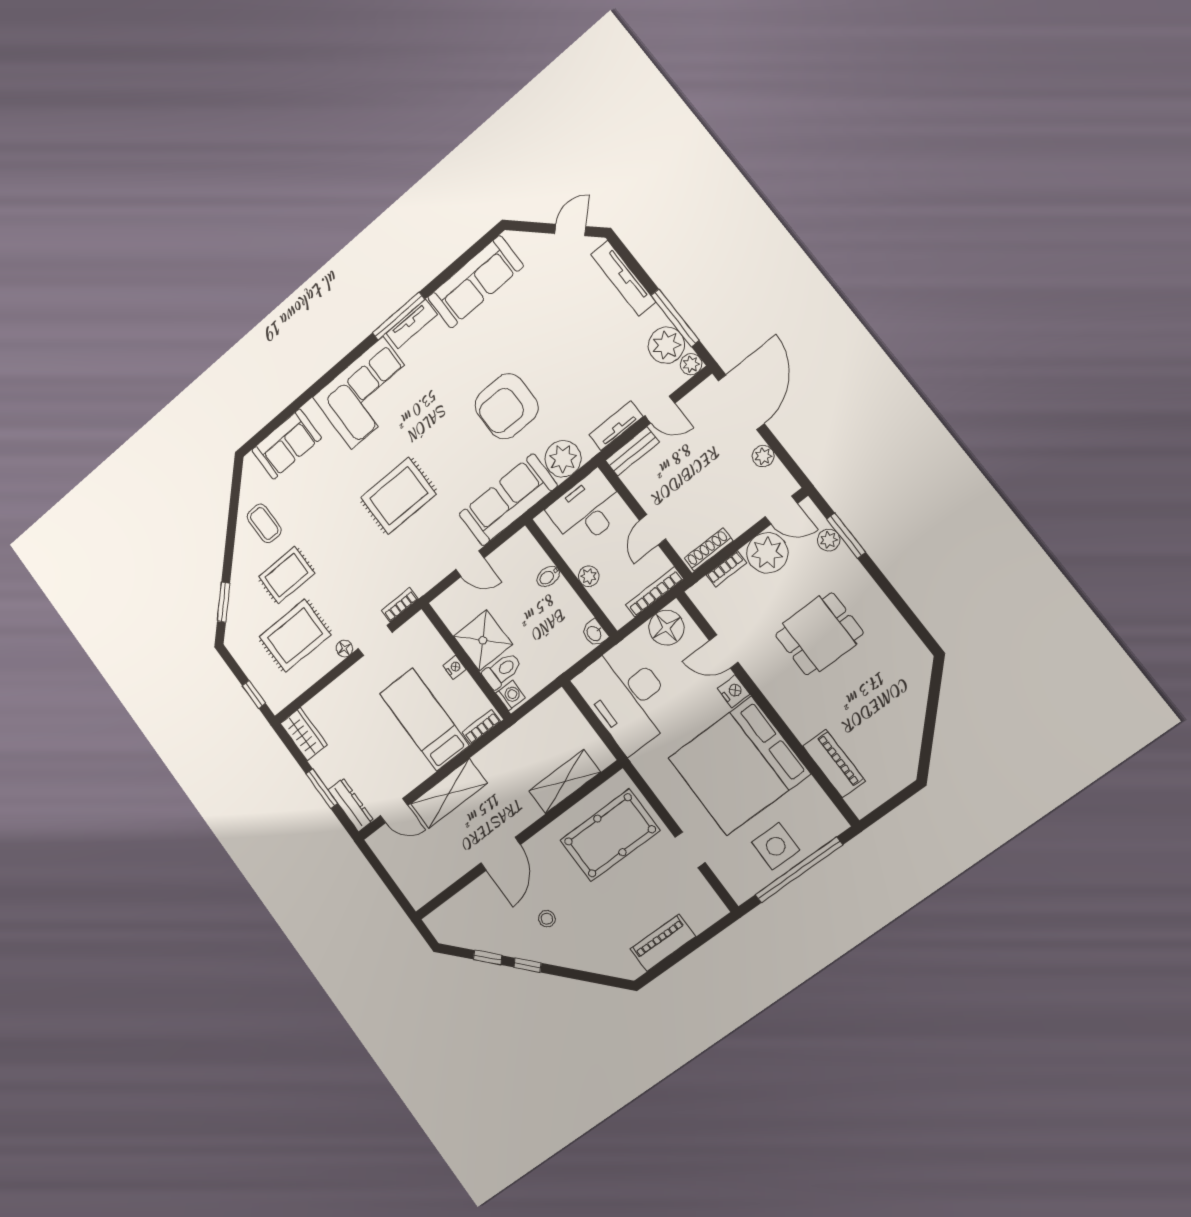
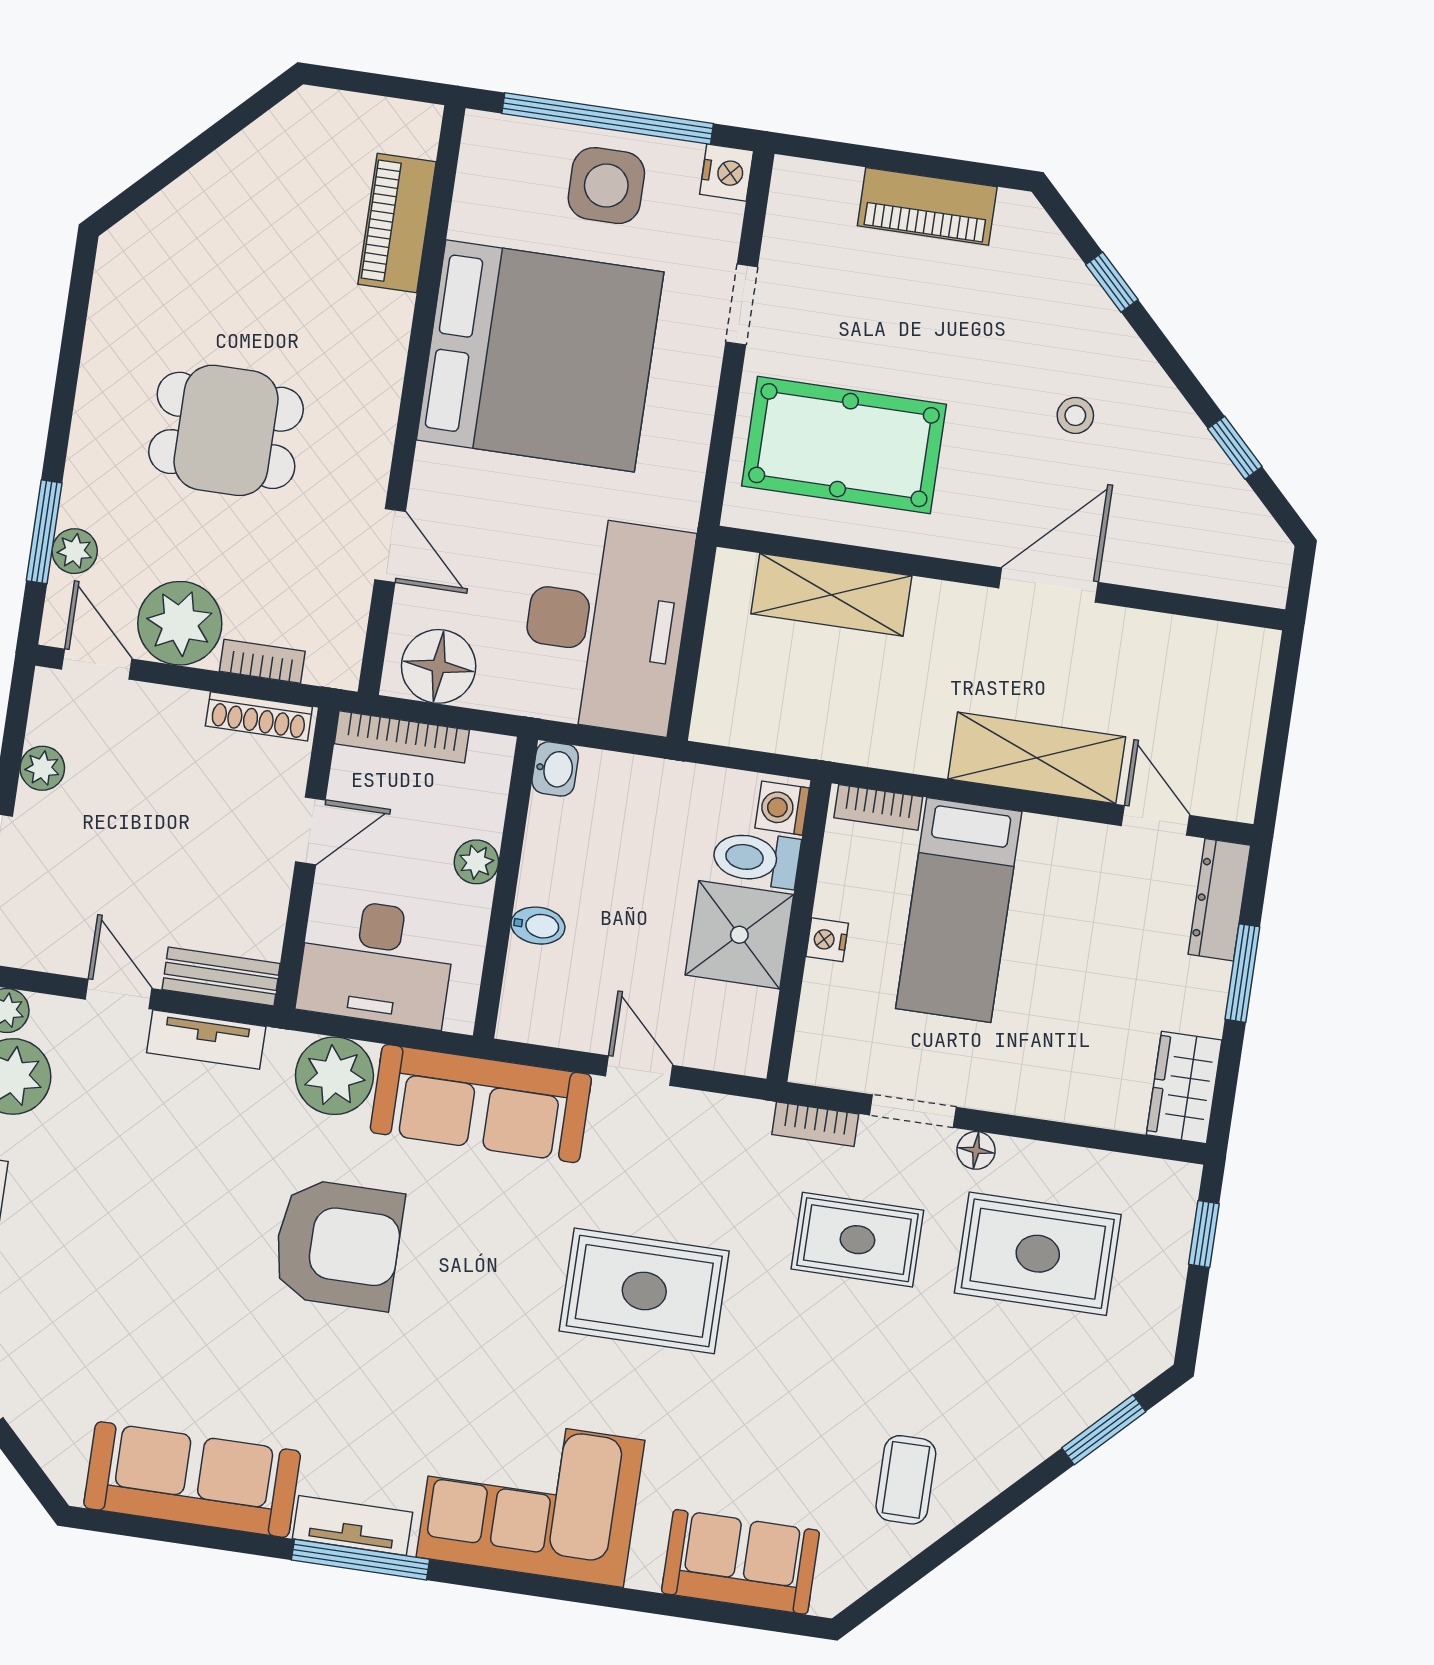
rug: (287, 575) -> (857, 1240), moved
nightstand: (734, 691) -> (727, 173), moved, turned 180
window: (528, 965) -> (1112, 282), moved

